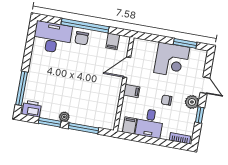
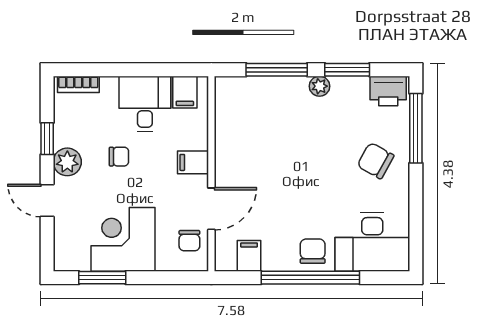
chair: (140, 54) -> (189, 241), added
chair: (44, 76) -> (376, 161), added

